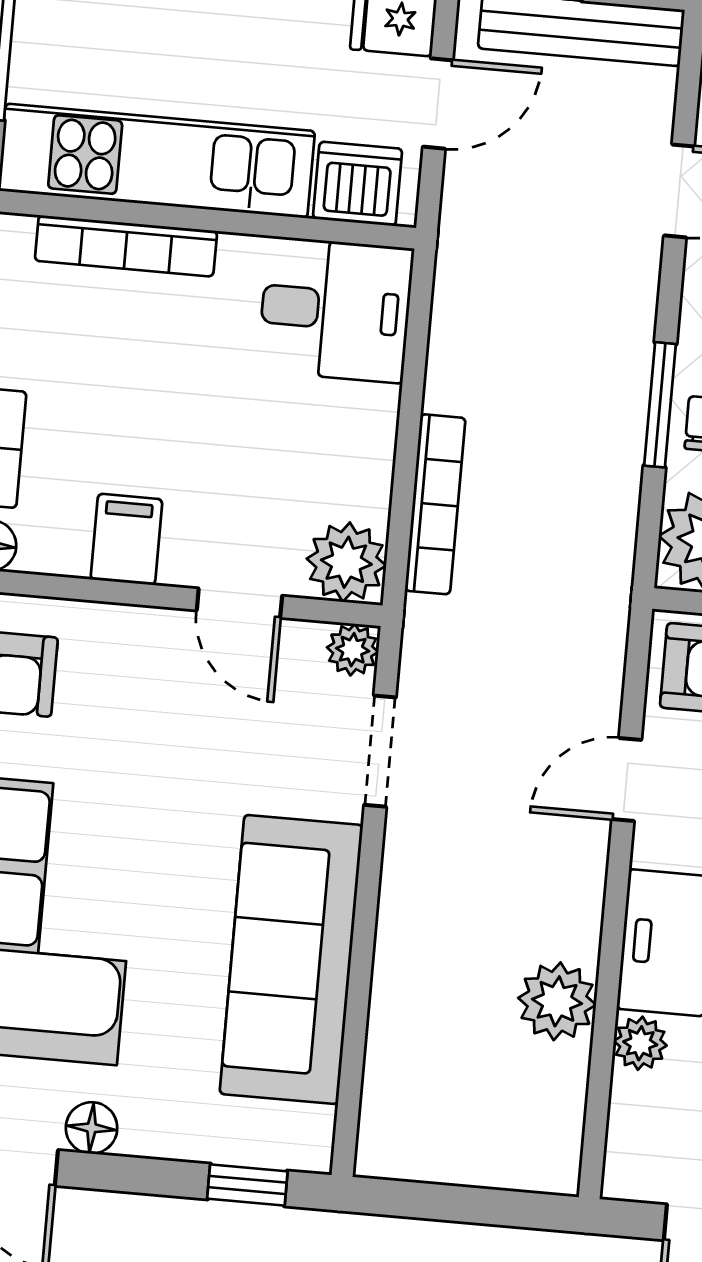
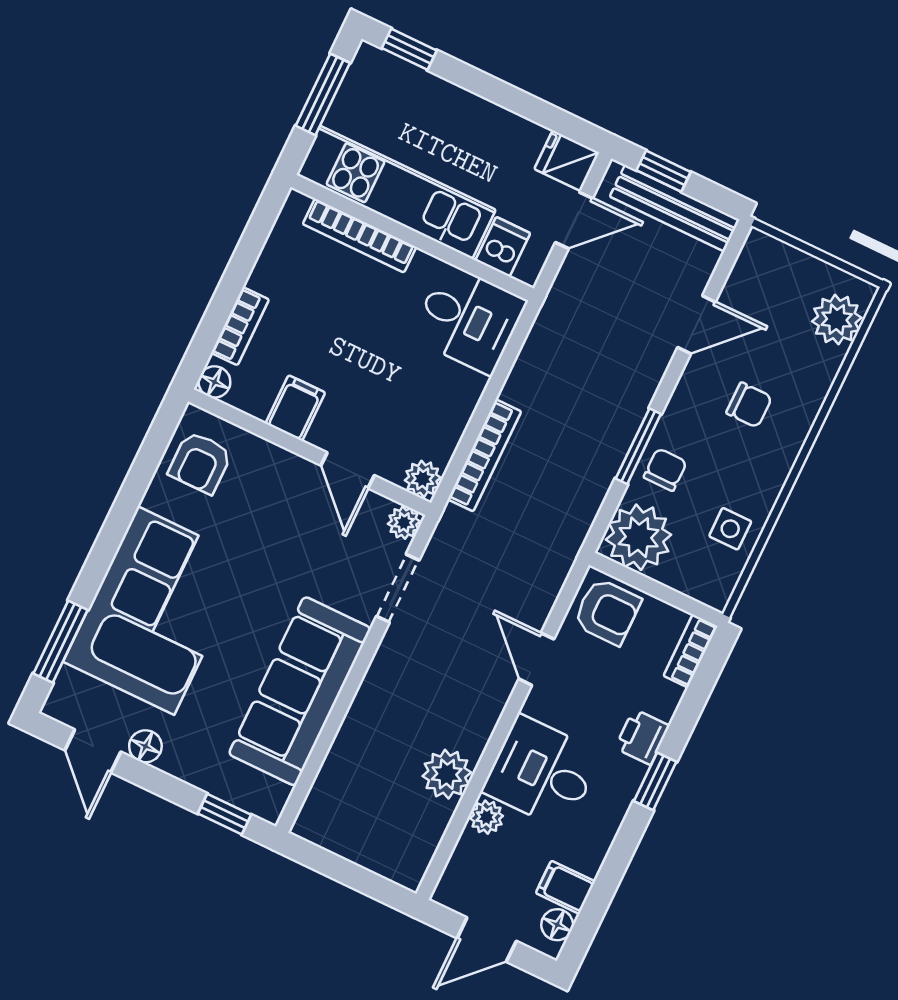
dishwasher: (358, 184) -> (503, 247), width x0.73
plant: (346, 562) -> (423, 479), width x0.73, depth x0.73
door: (627, 780) -> (536, 659), hinge flipped

